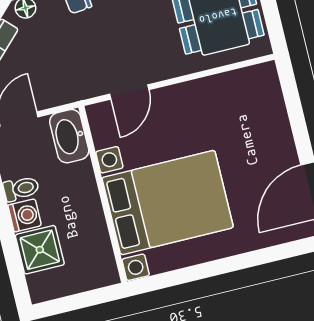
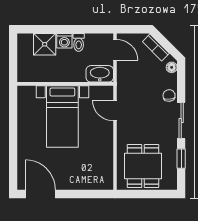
bed with nightstands: (168, 203) -> (62, 116), width x0.73

